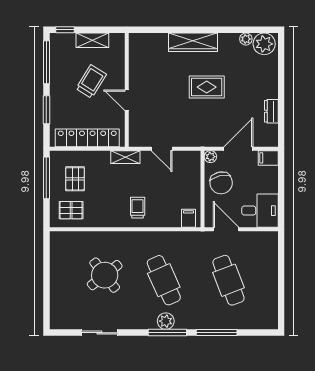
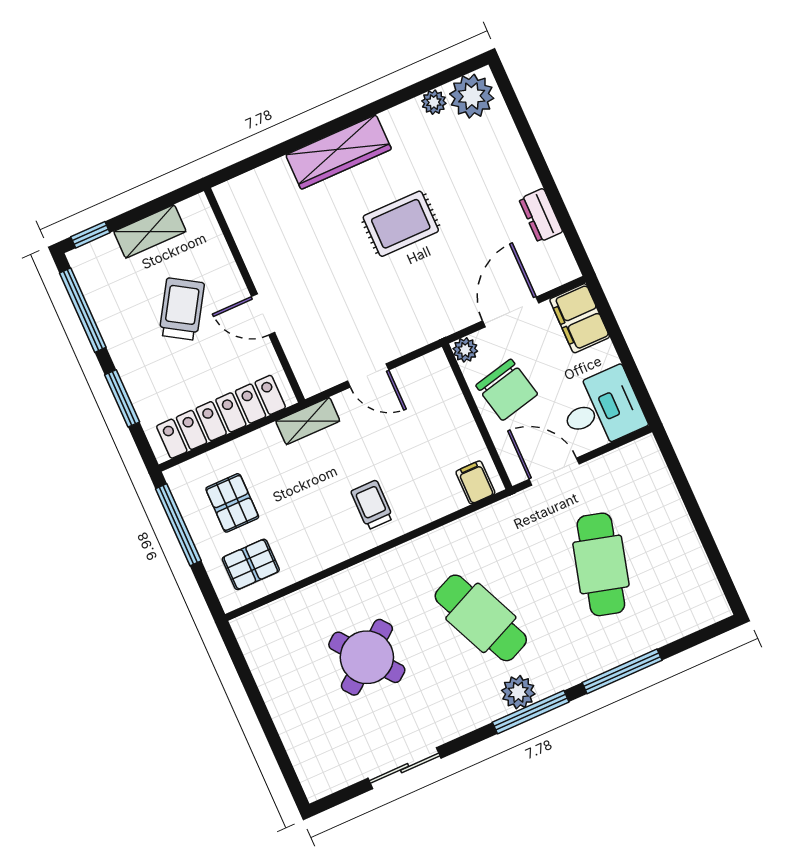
filing cabinet: (268, 158) -> (580, 318), width x2.00
cafe table: (228, 280) -> (601, 564), turned 36

